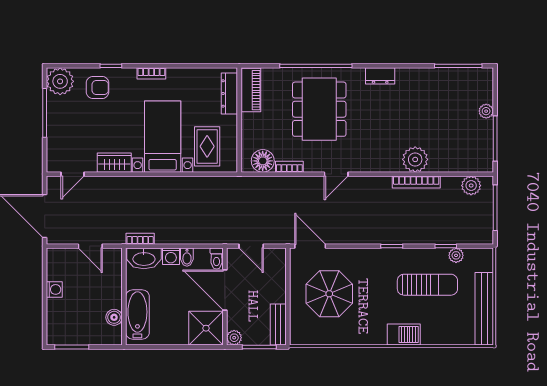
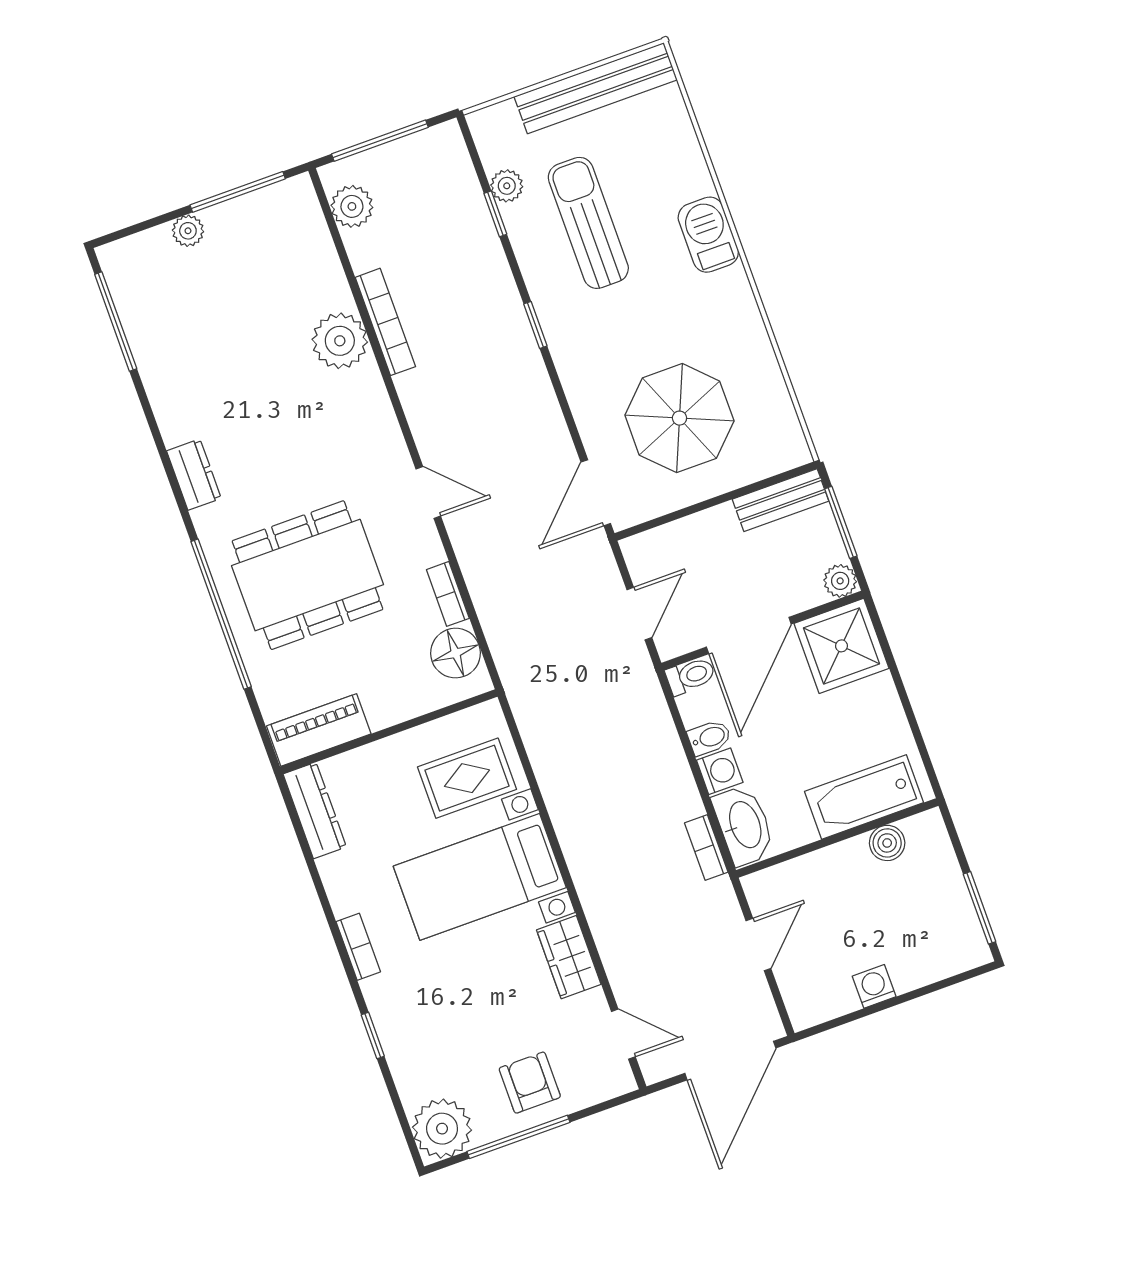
armchair: (98, 87) -> (530, 1083), moved
dresser: (229, 93) -> (315, 810), moved, turned -90

